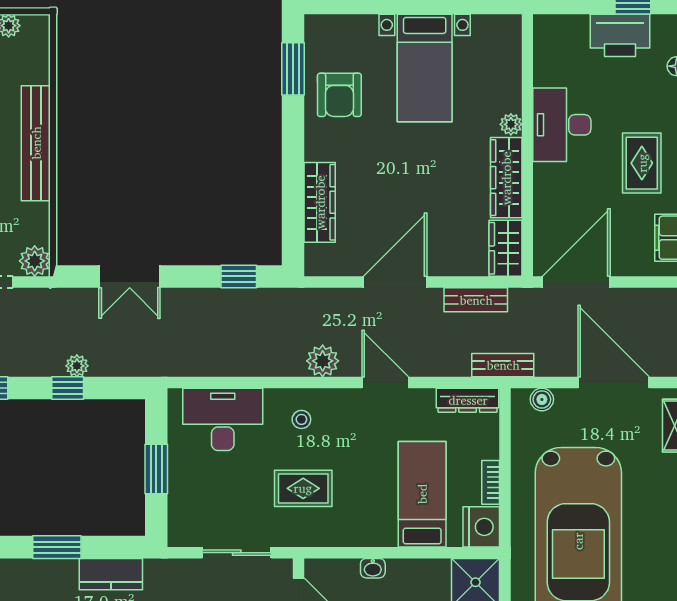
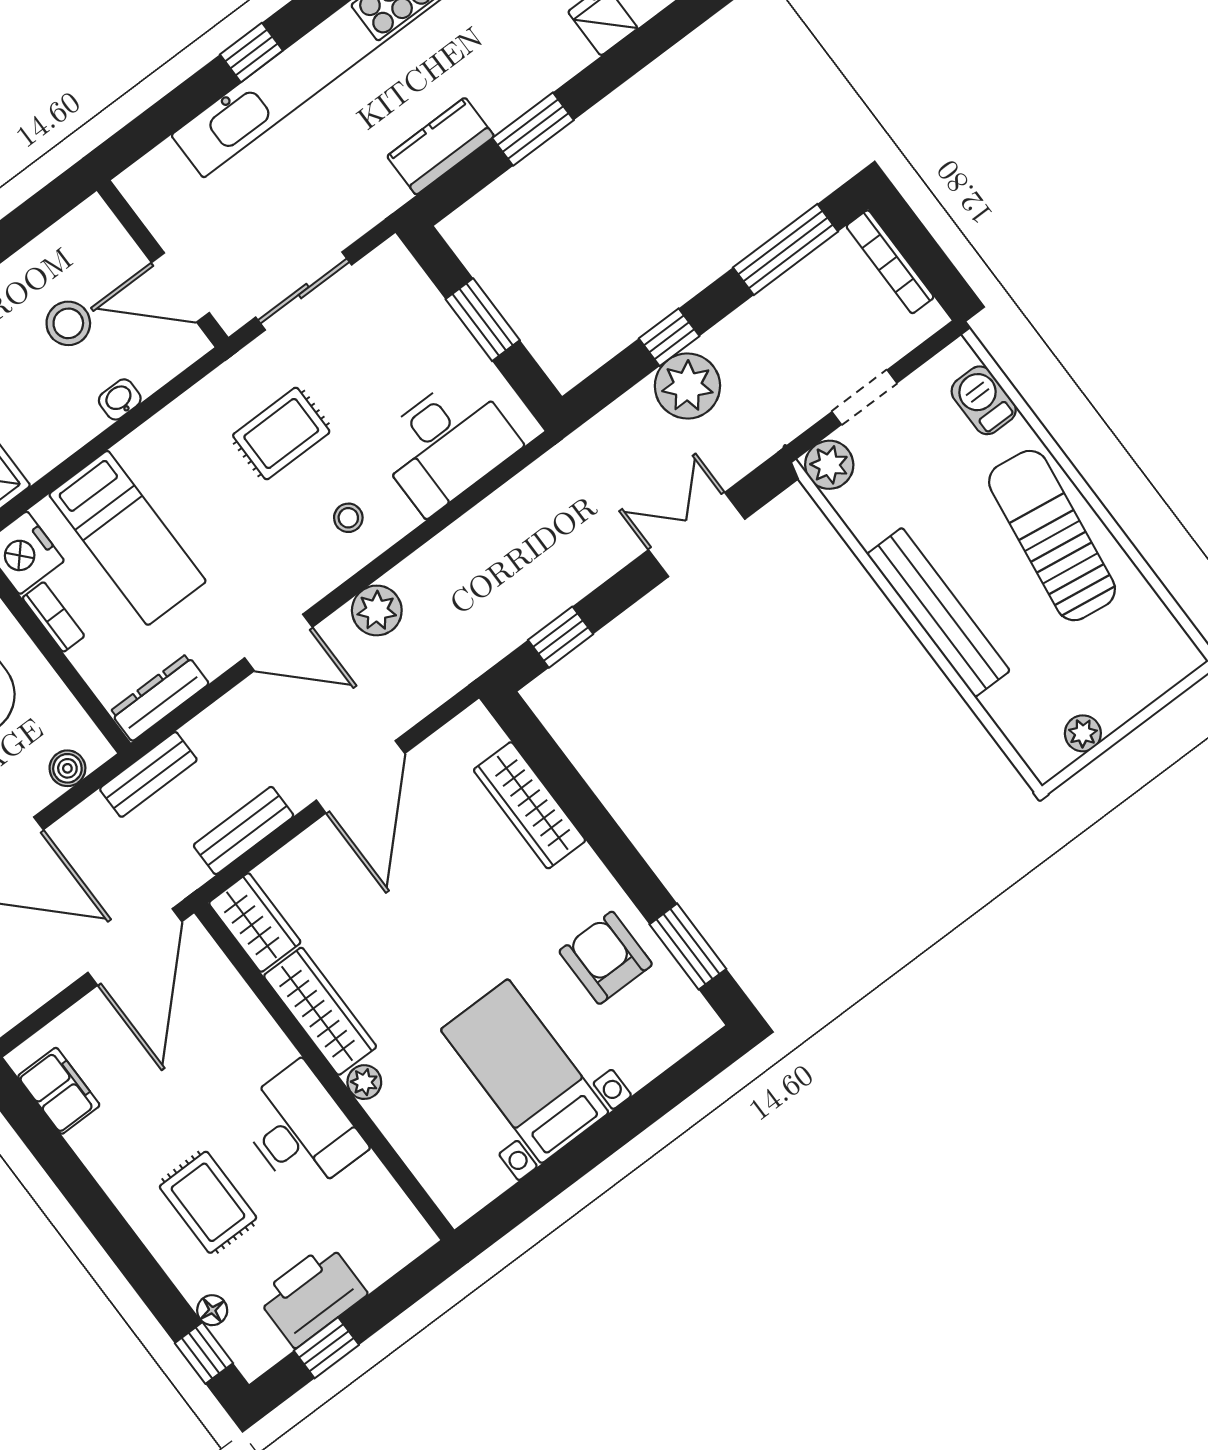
rug: (642, 163) -> (208, 1202), moved
plant: (77, 366) -> (687, 386), width x1.87, depth x1.87

